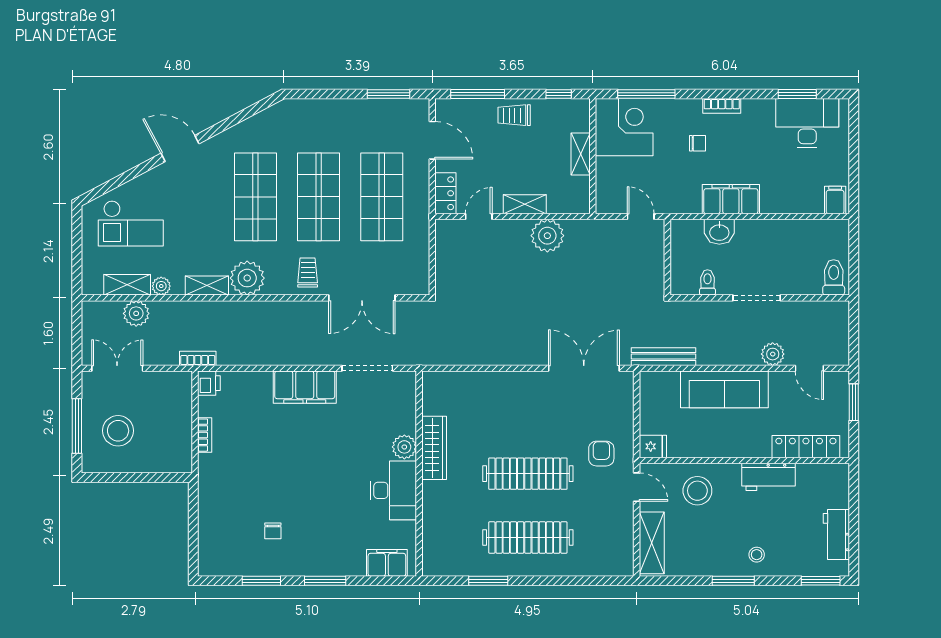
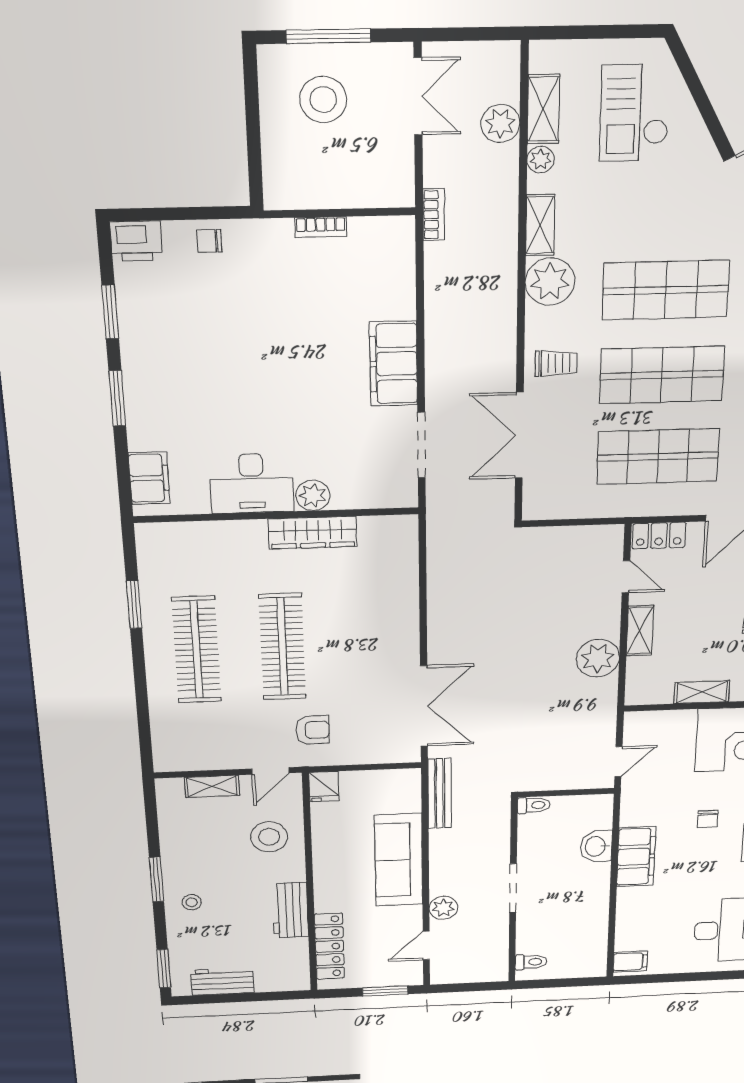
toilet: (834, 277) -> (531, 962), width x0.73, depth x0.72
toilet: (707, 282) -> (534, 805), moved
printer: (209, 383) -> (136, 241), moved, width x1.36, depth x1.24
chair: (273, 531) -> (209, 241), moved
shelving: (652, 543) -> (212, 786), width x0.67, depth x0.75

